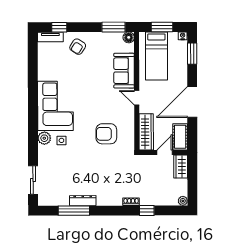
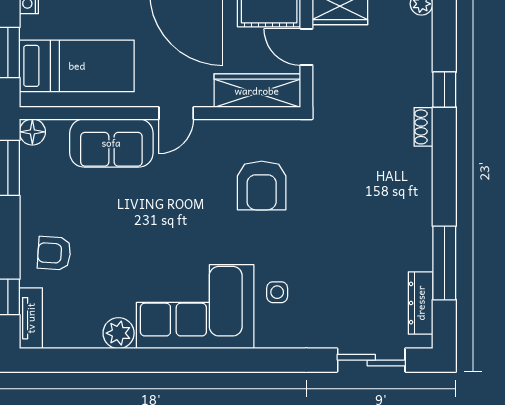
armchair: (78, 47) -> (54, 253), turned 152
plant: (44, 138) -> (119, 333), moved
dresser: (83, 201) -> (421, 303), moved

